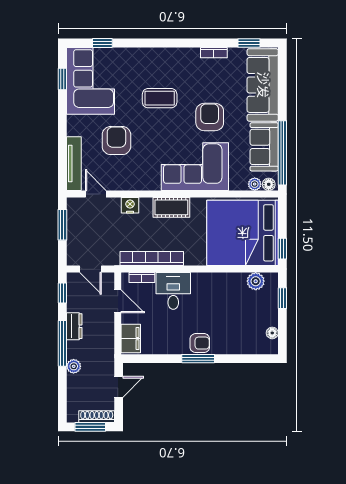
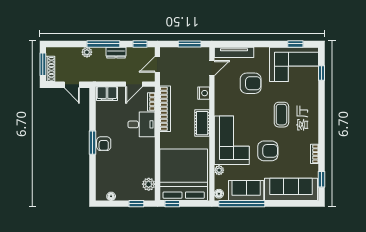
plant: (255, 184) -> (219, 170), moved

